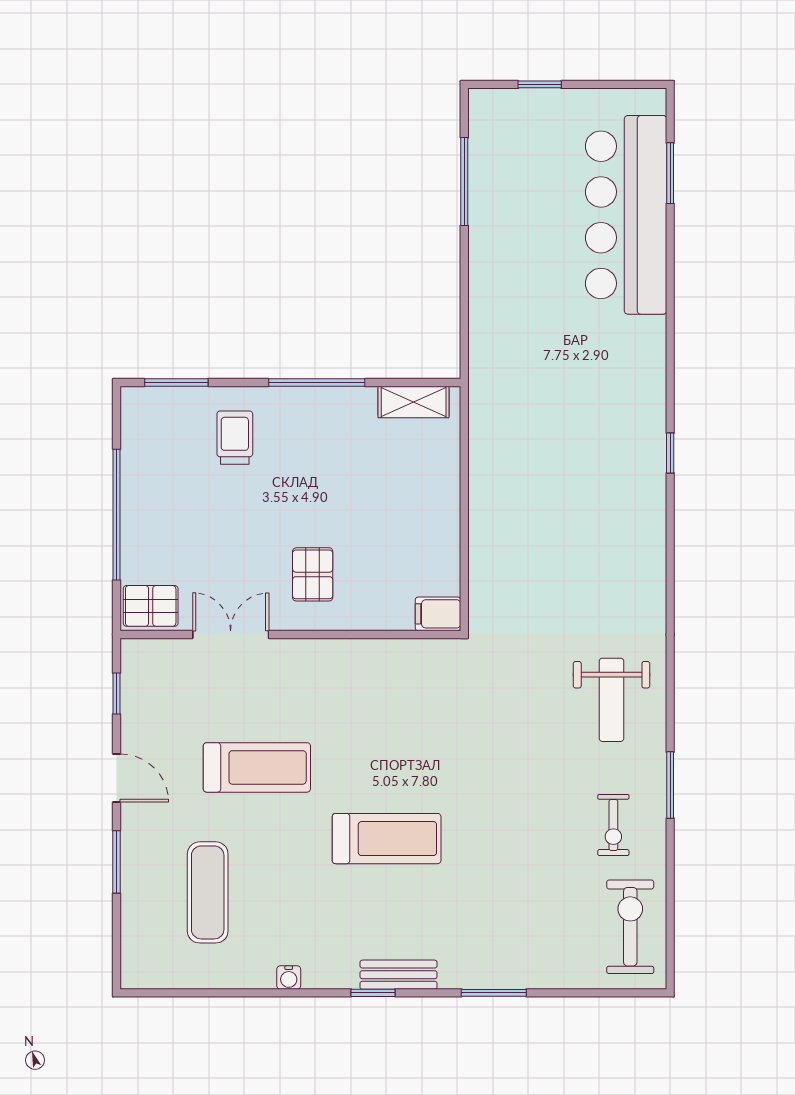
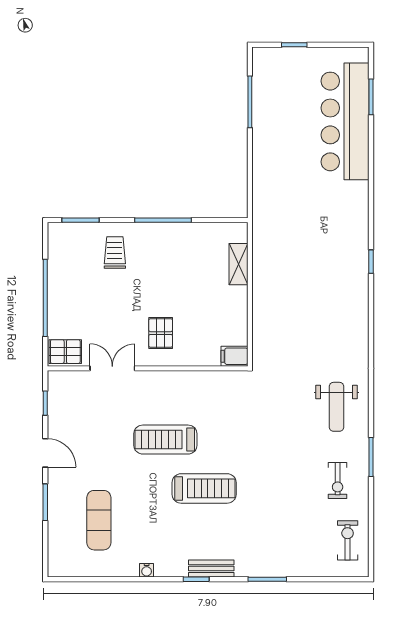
shelving: (414, 402) -> (238, 264), moved, turned 90
treadmill: (257, 767) -> (165, 440), moved, turned 180
exercise bike: (630, 927) -> (348, 540), width x0.73, depth x0.72

